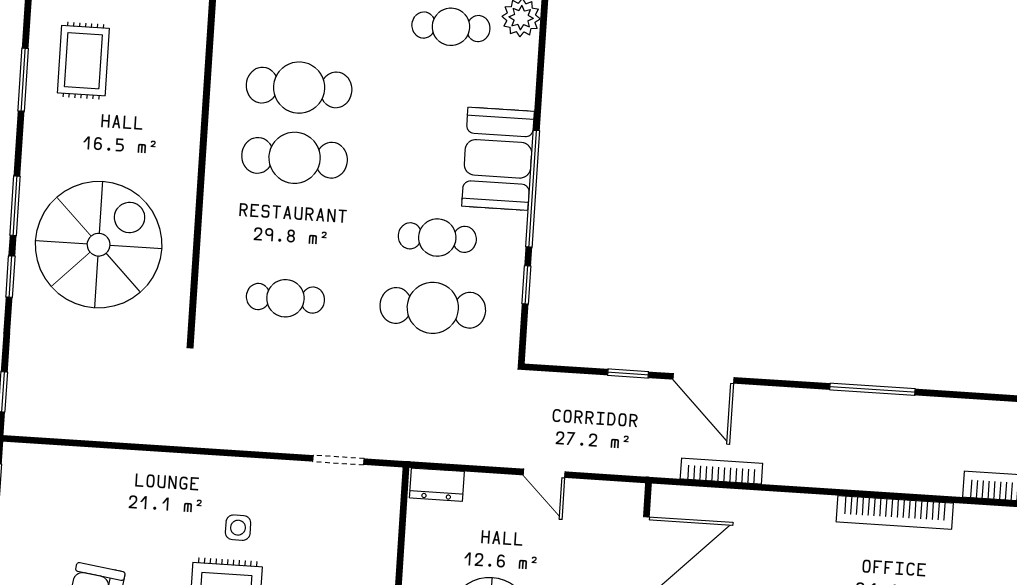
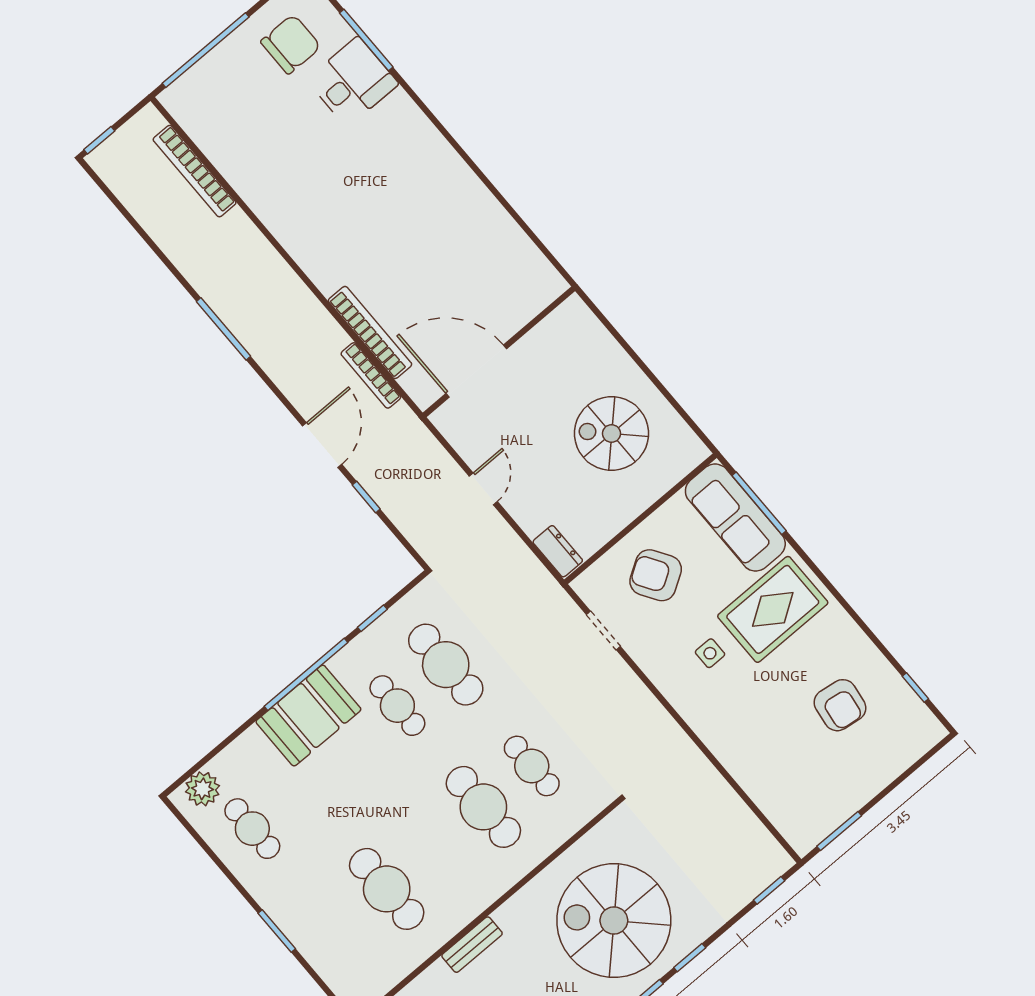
bench: (189, 113) -> (472, 945), added
cafe table: (295, 158) -> (483, 807), moved
bookcase: (895, 512) -> (370, 332), moved
armchair: (342, 544) -> (656, 575), added

